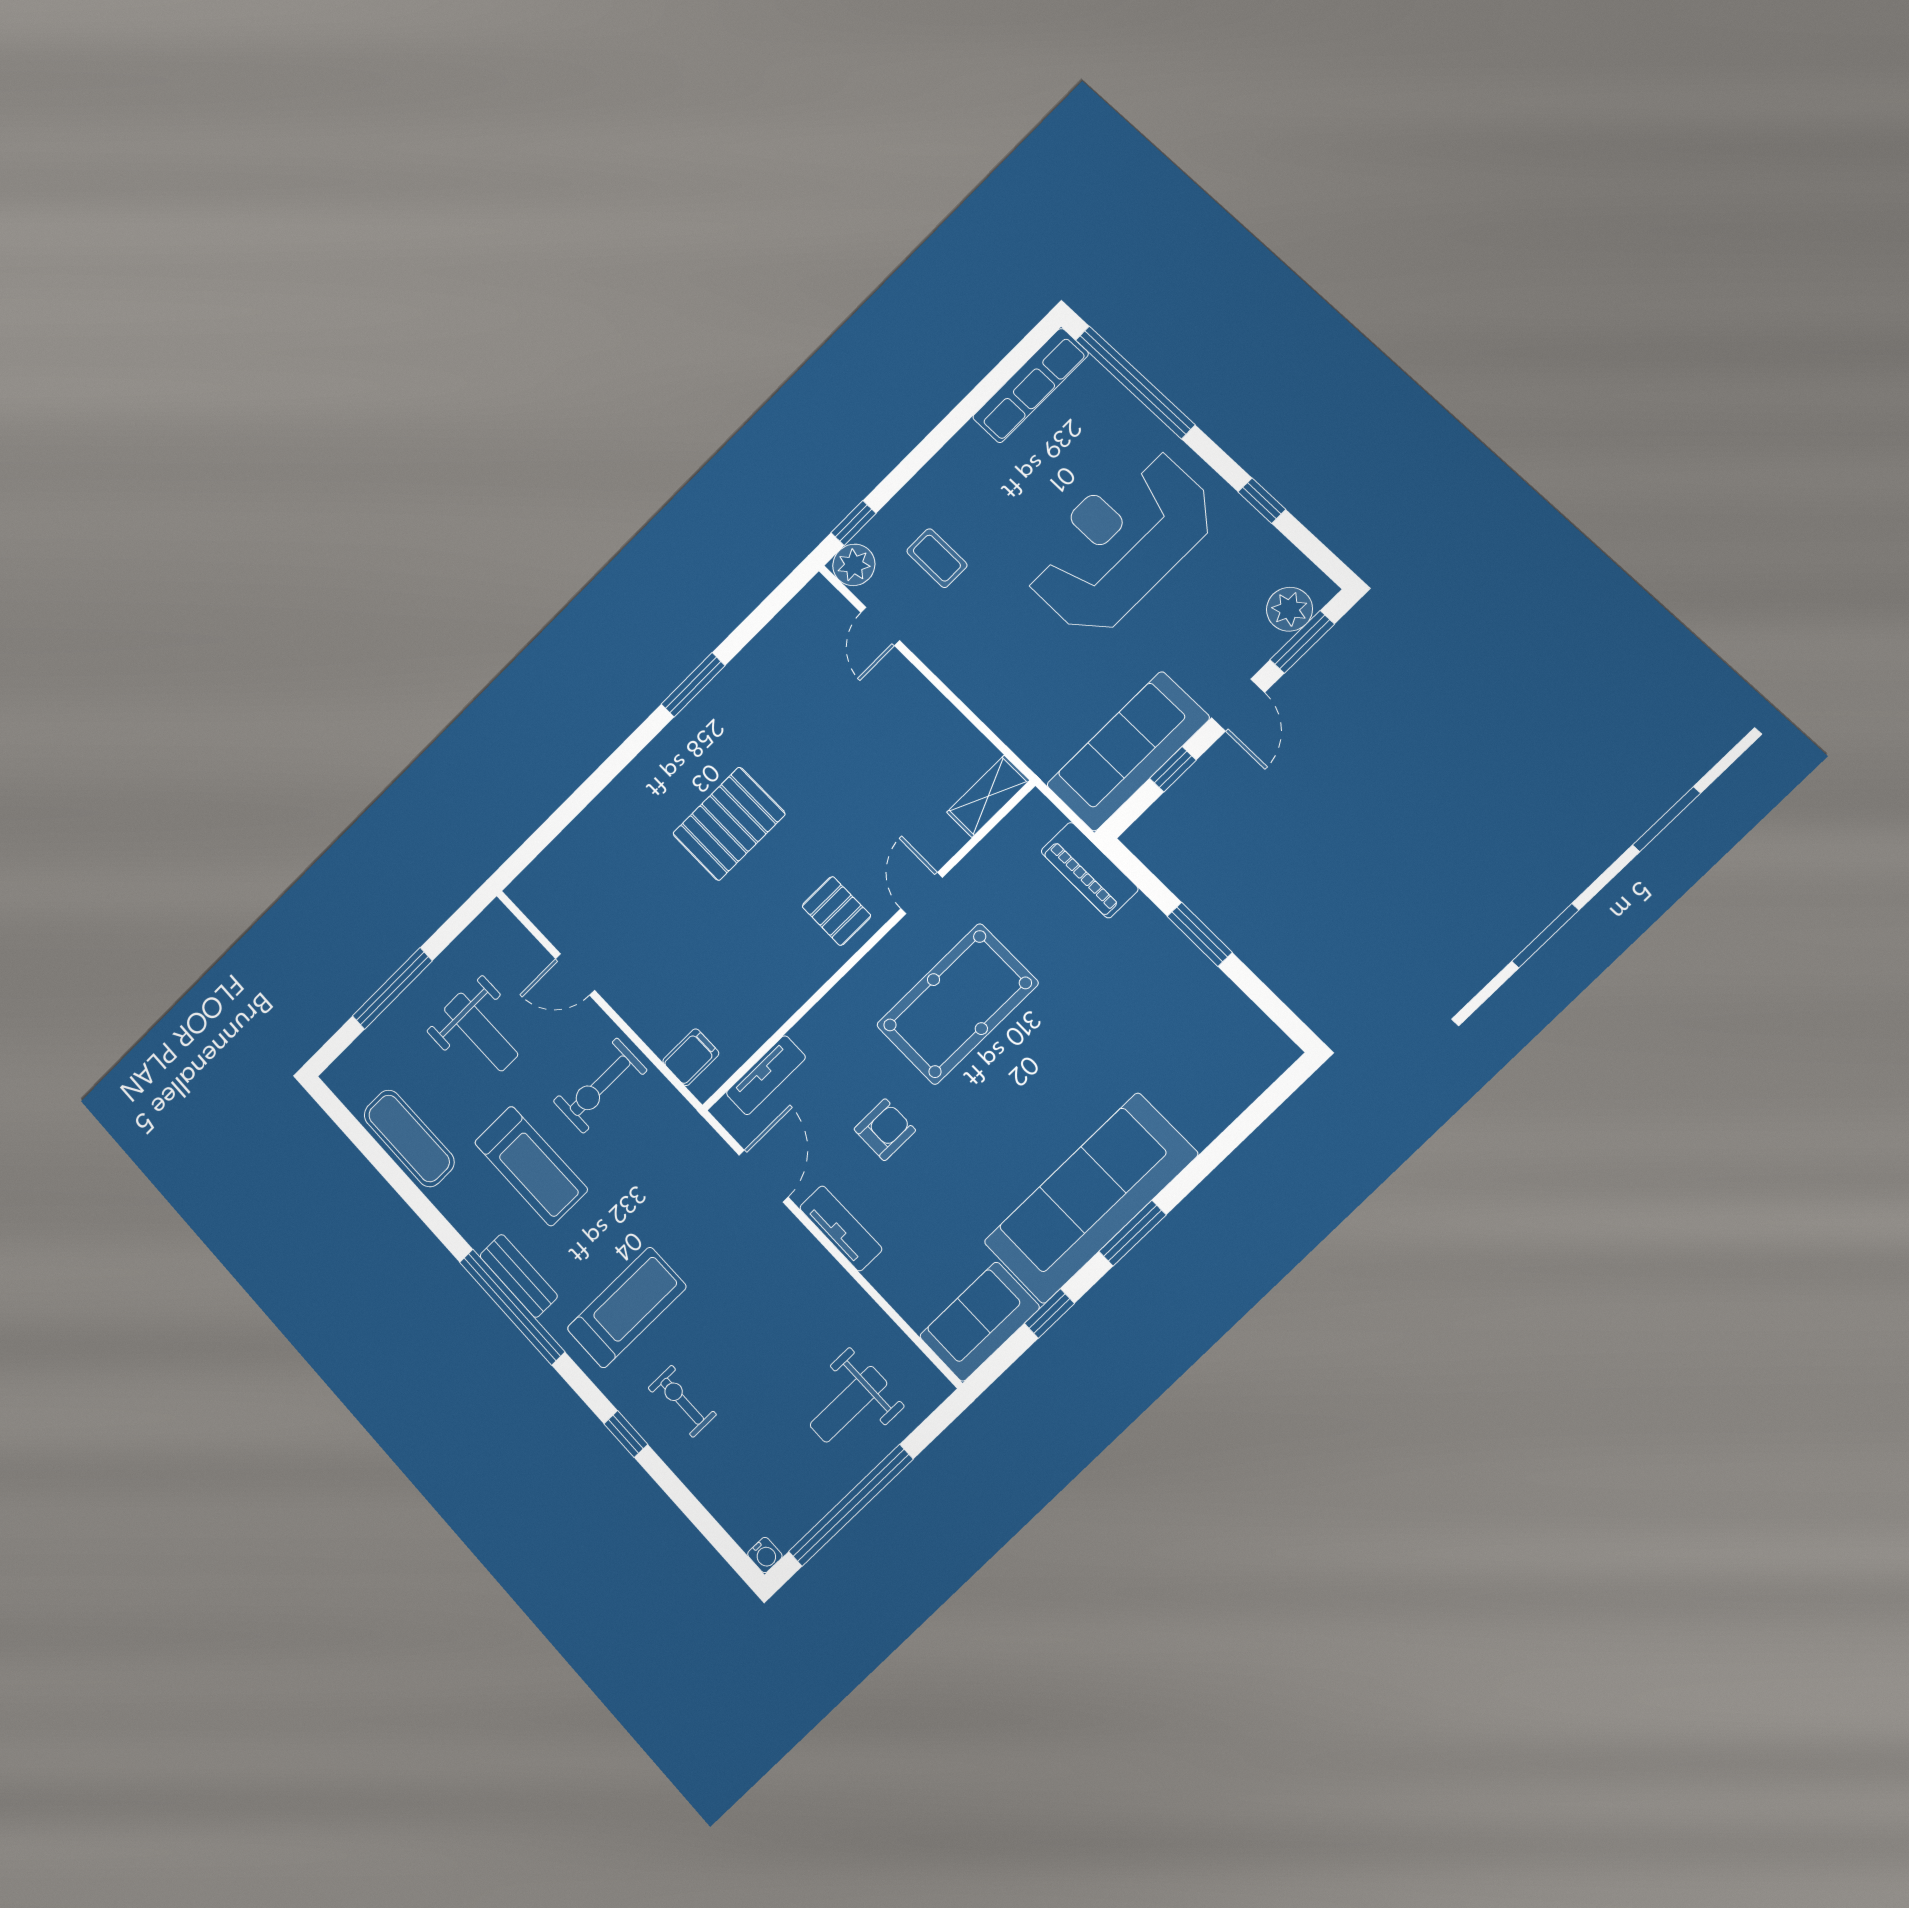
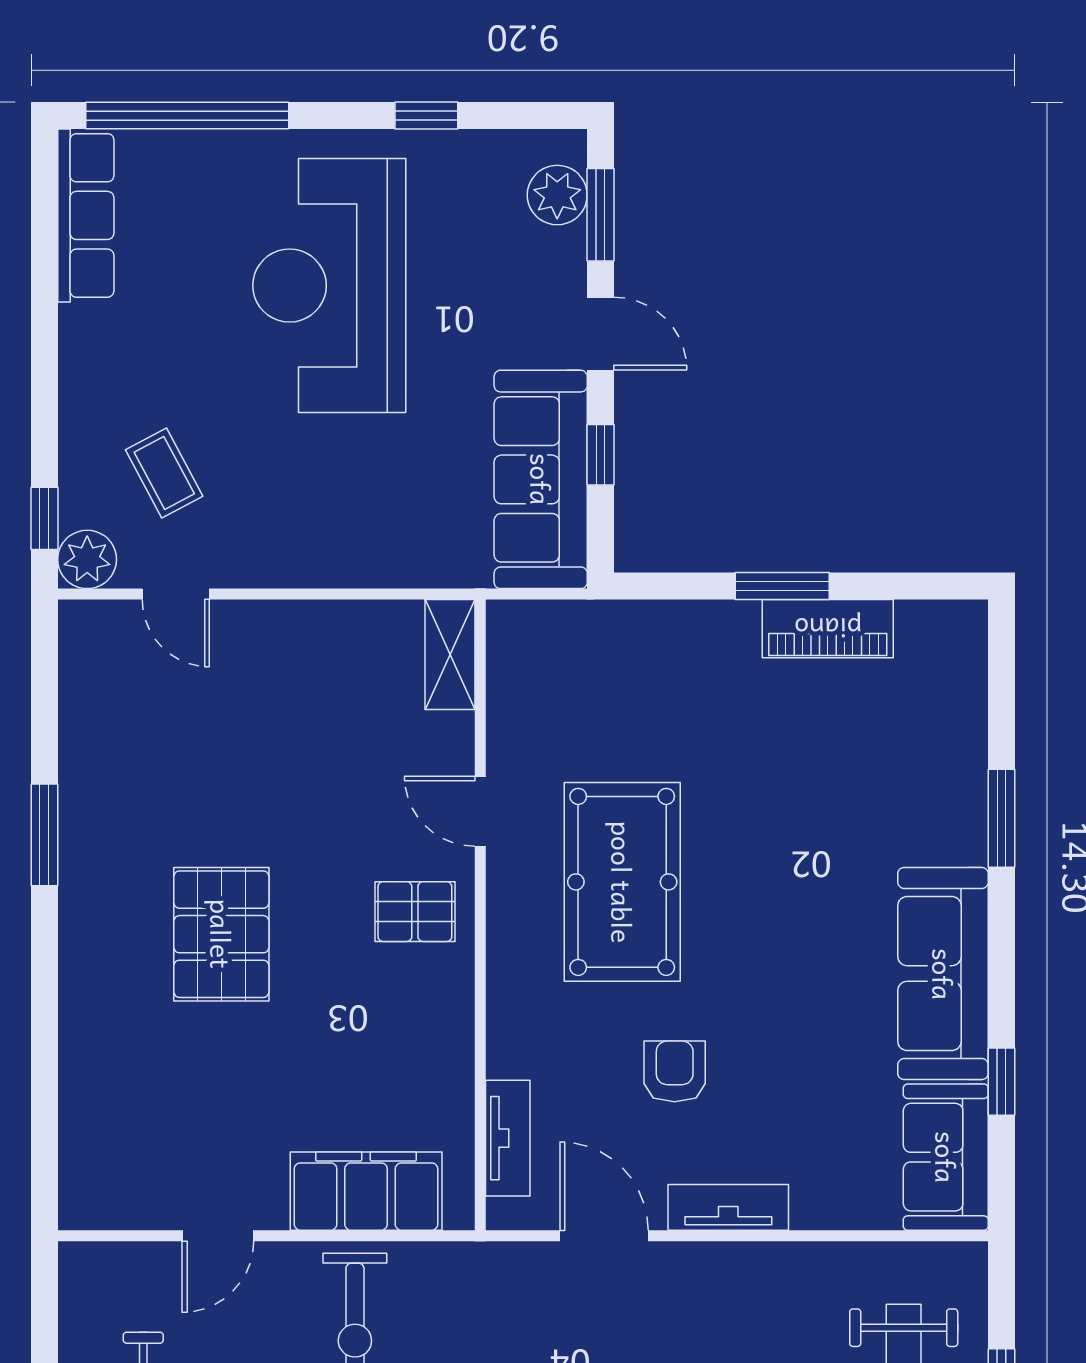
coffee table: (937, 558) -> (164, 473), turned 62
piano: (1090, 870) -> (828, 629), moved
filing cabinet: (691, 1057) -> (366, 1191), width x3.00, depth x1.17
sofa: (1091, 1198) -> (943, 974), width x0.74, depth x0.79
window: (1133, 1233) -> (1001, 818), moved

